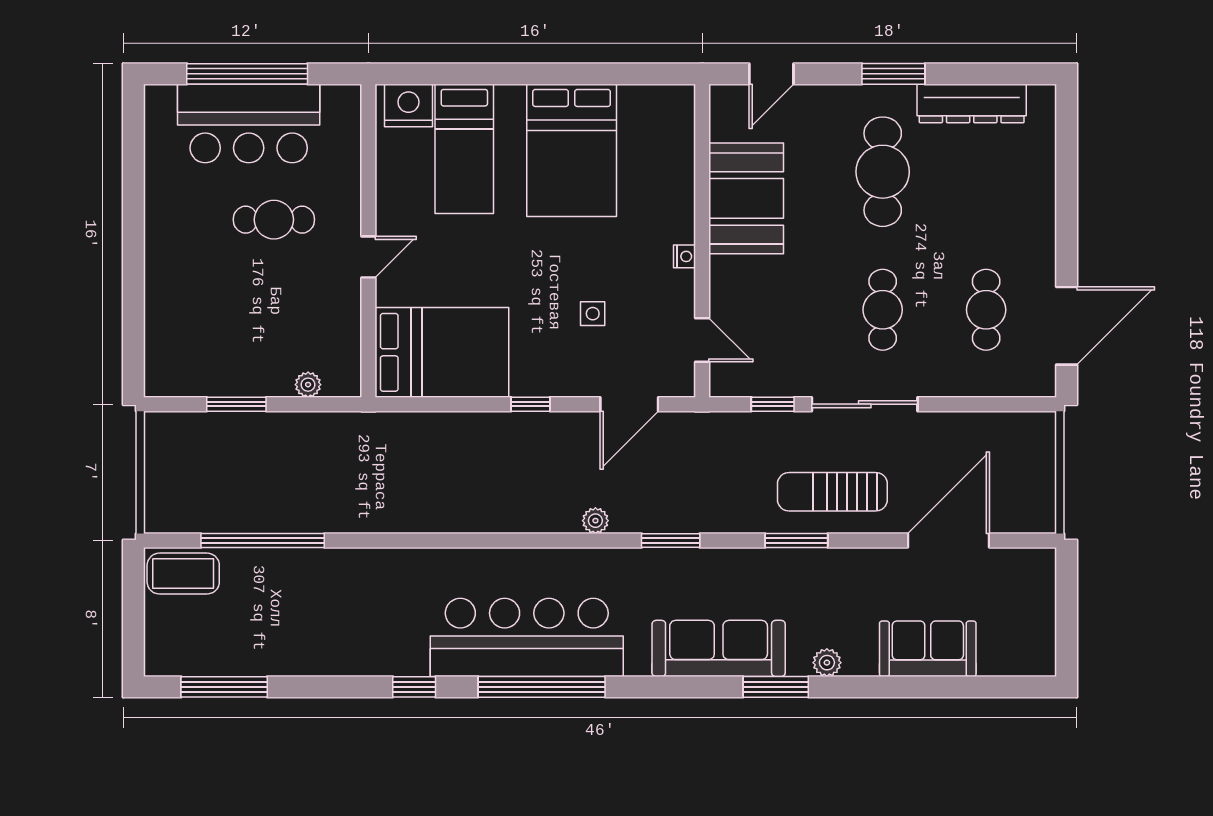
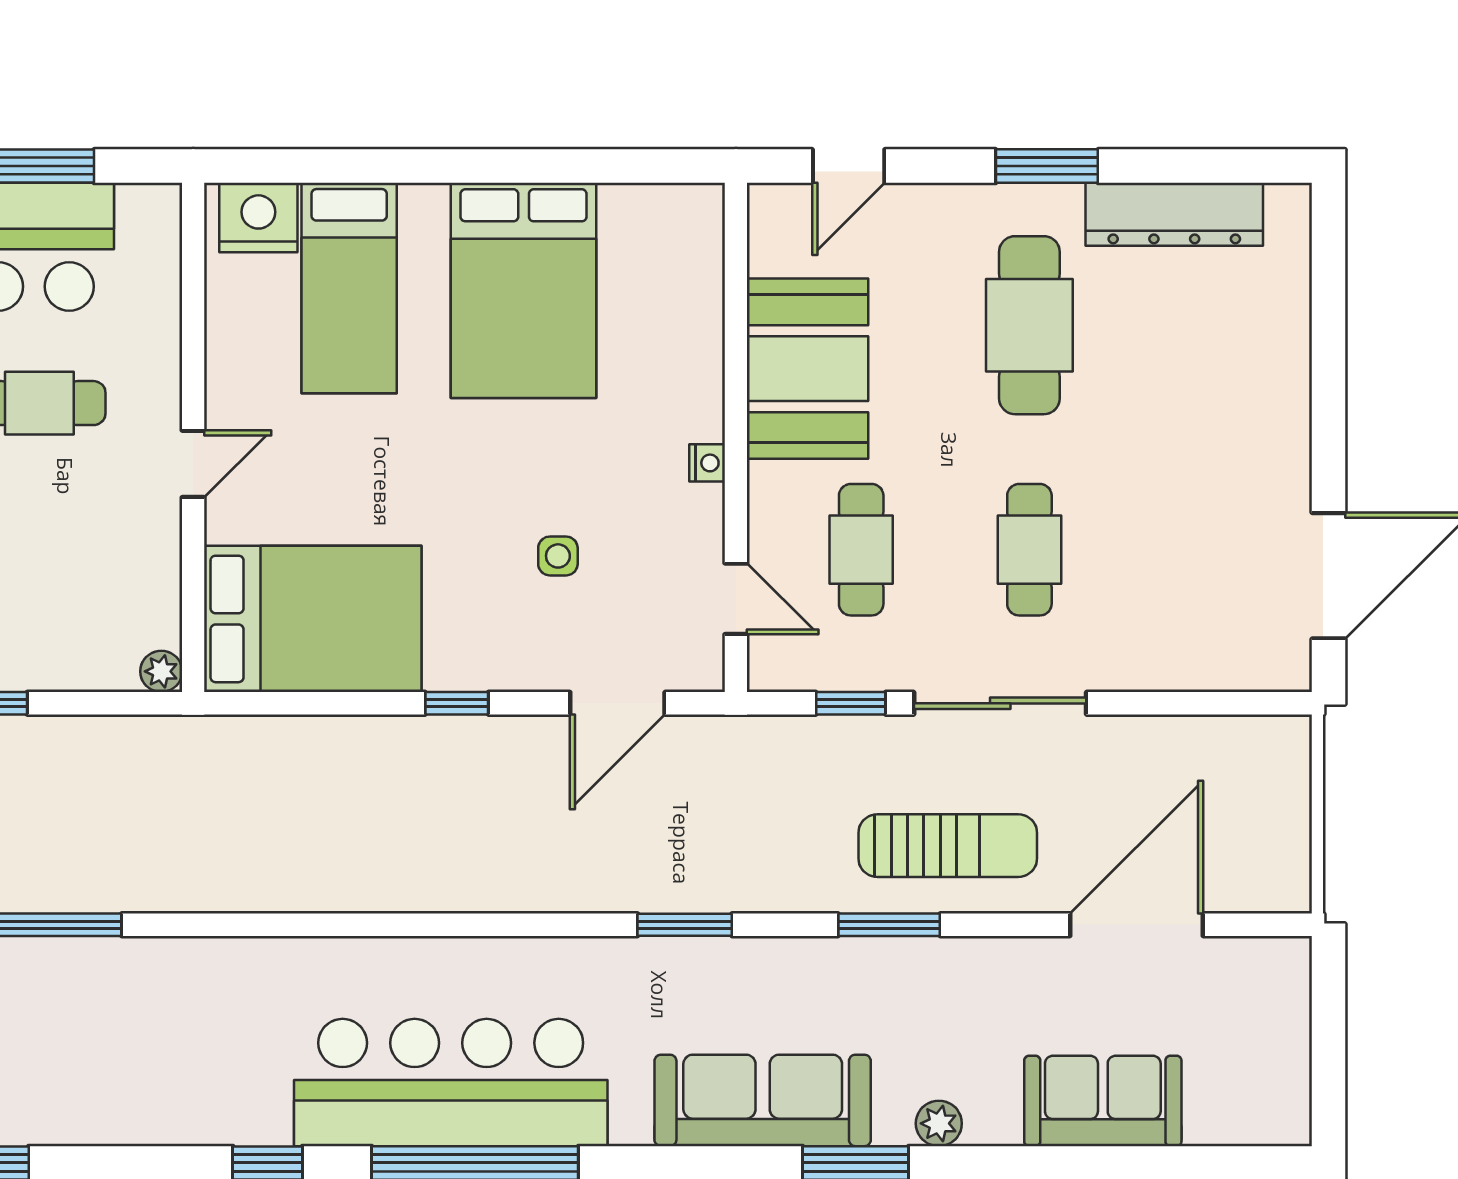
cafe table: (986, 310) -> (861, 550), moved
plant: (308, 385) -> (161, 671), moved
sun lounger: (832, 492) -> (948, 846), turned 180
plant: (595, 521) -> (562, 893), removed

